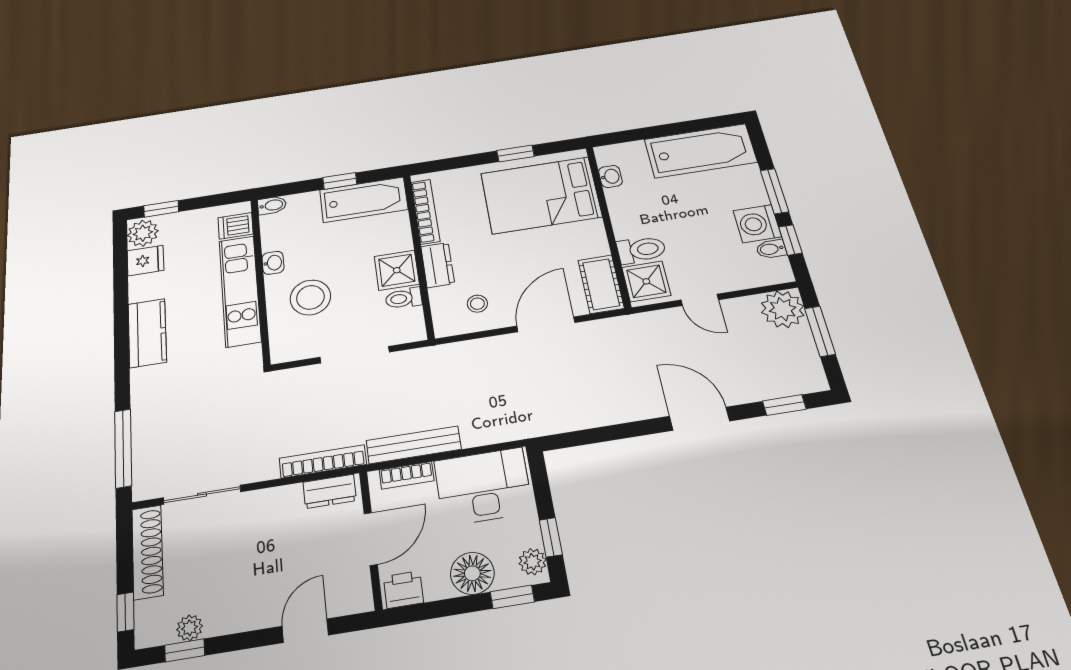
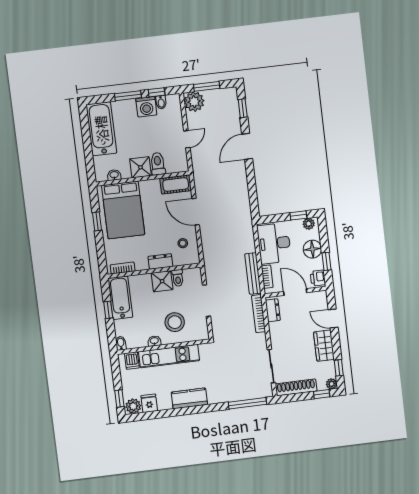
bookcase: (425, 212) -> (123, 268), width x0.64
shower: (646, 281) -> (140, 167), moved
window: (512, 597) -> (327, 261), moved
wardrobe: (241, 612) -> (324, 346), added
plant: (190, 628) -> (332, 384), moved

